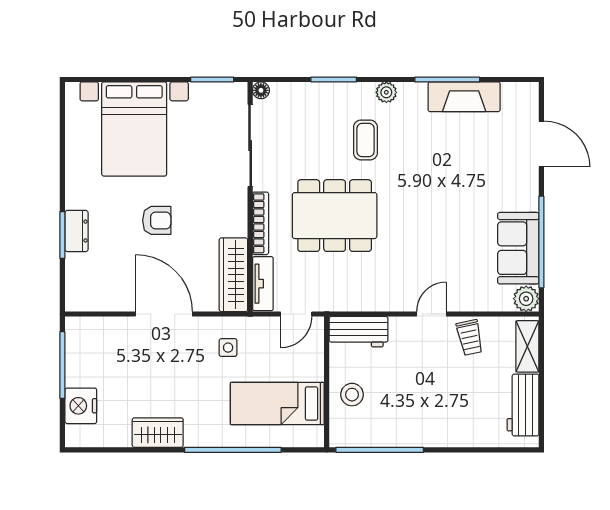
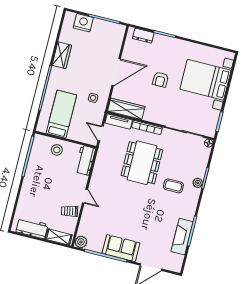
plant: (386, 92) -> (198, 183), moved
dresser: (76, 231) -> (143, 36), moved
sofa: (518, 248) -> (121, 248), moved

